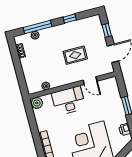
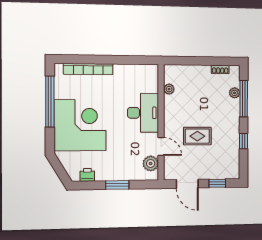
rug: (75, 55) -> (197, 136), turned 90
door: (90, 81) -> (161, 146), swing flipped
plant: (37, 103) -> (151, 163), moved

